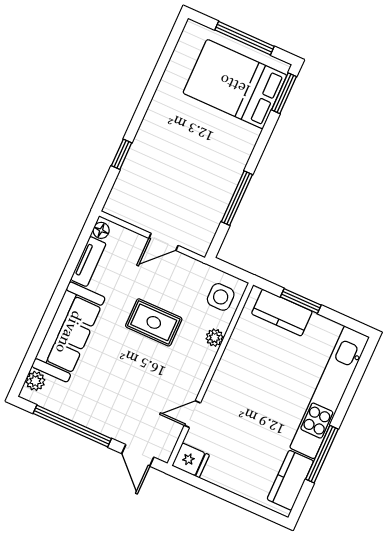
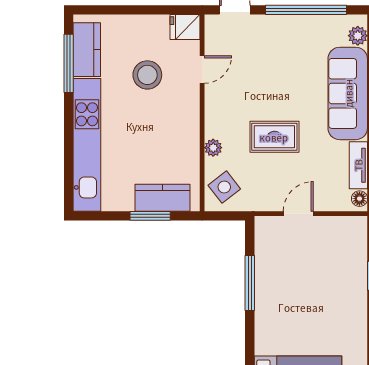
side table: (221, 297) -> (224, 187), turned -38
stool: (245, 432) -> (147, 75), added
window: (322, 454) -> (69, 63), moved

